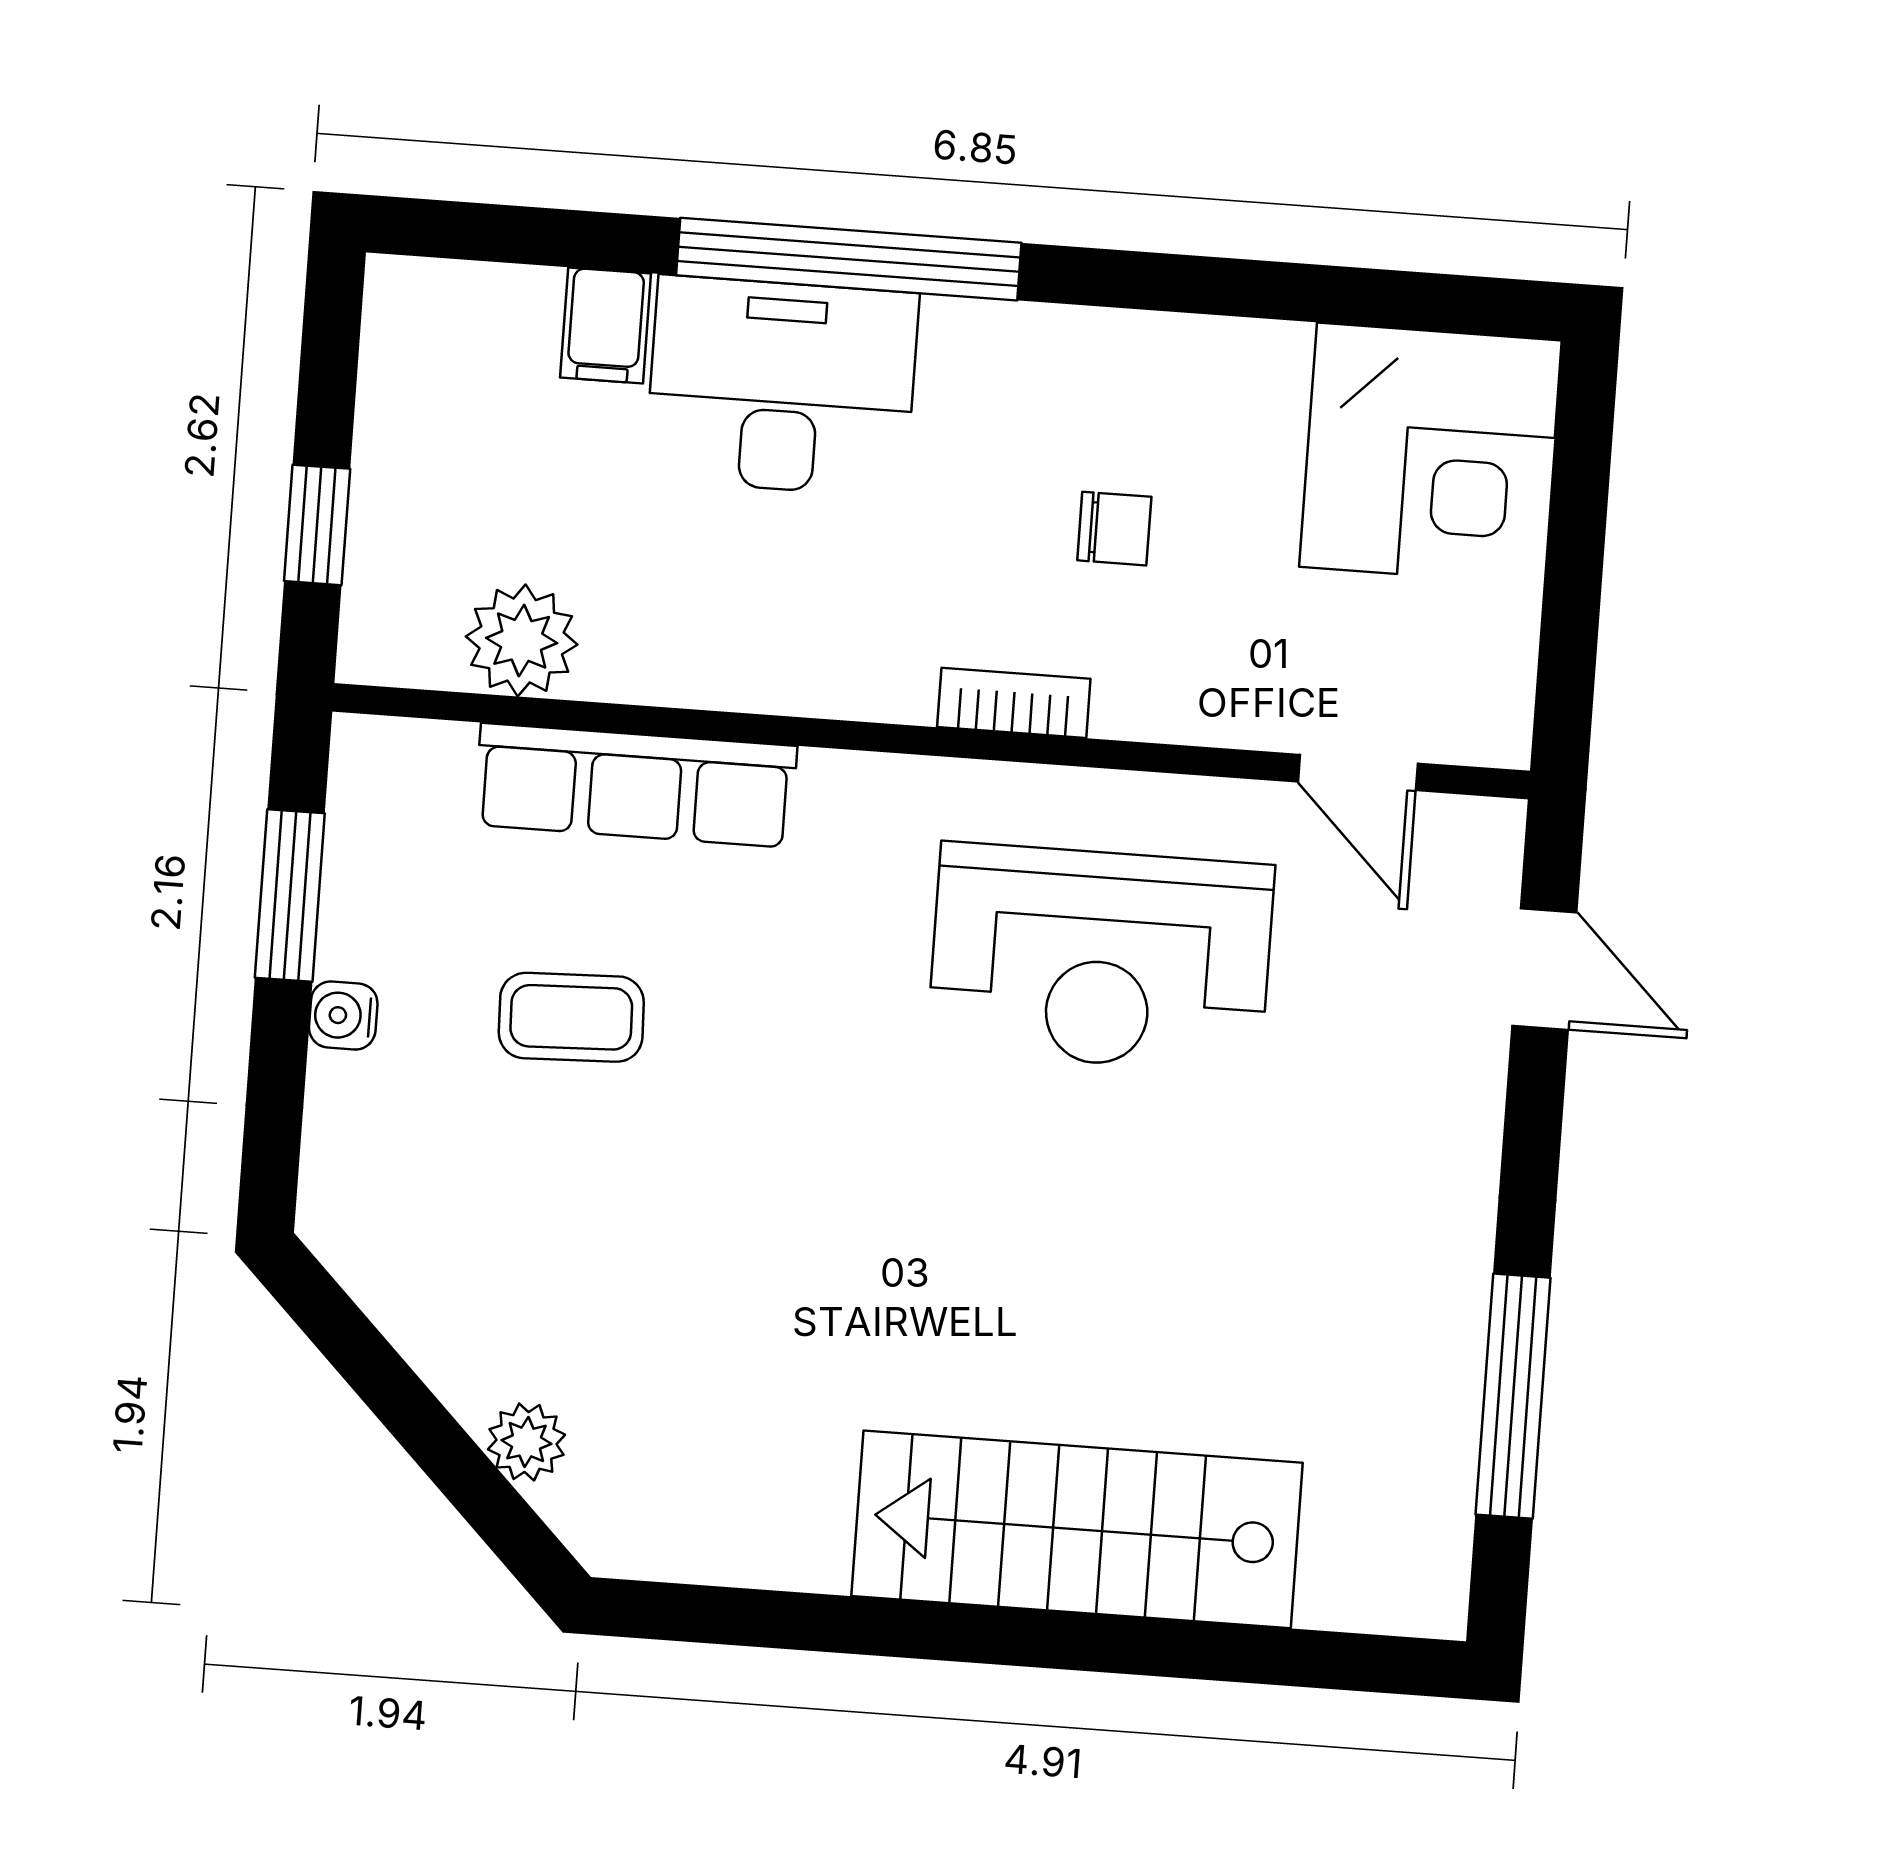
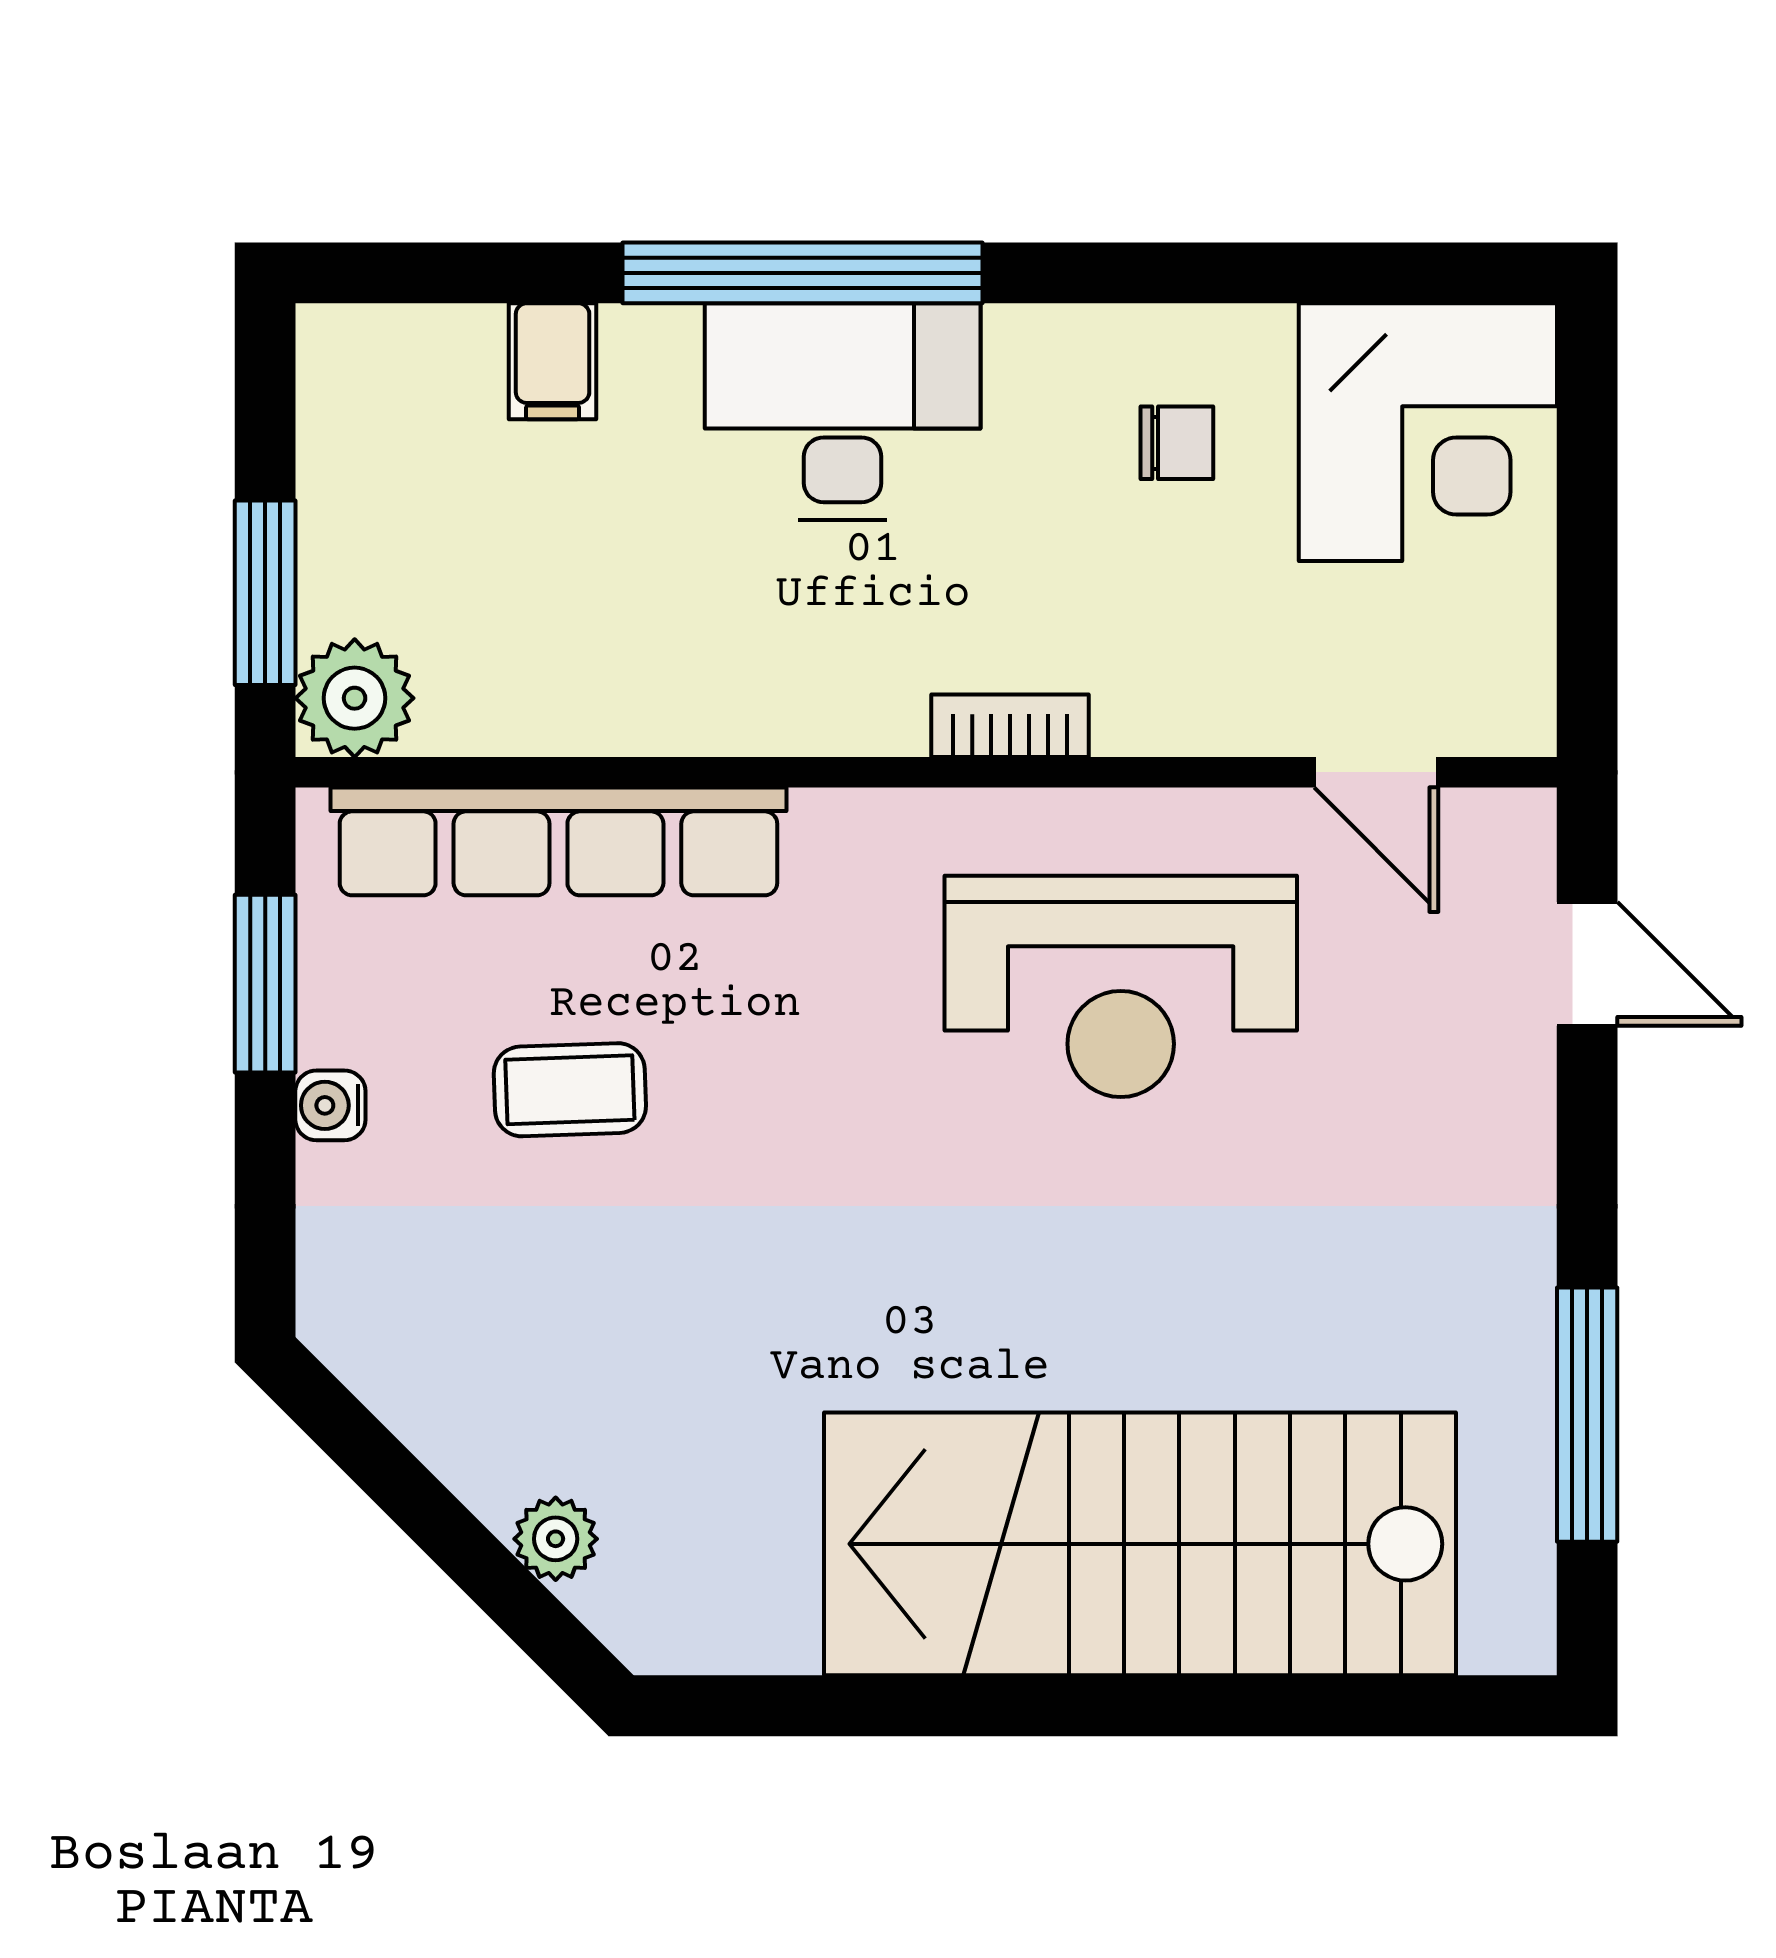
desk: (782, 386) -> (843, 411), moved
window: (317, 525) -> (265, 593), width x1.50
chair: (1114, 529) -> (1177, 443), moved
plant: (522, 640) -> (355, 698), moved
row of seats: (635, 785) -> (558, 841), width x1.36
stairs: (1077, 1529) -> (1140, 1544), width x1.36, depth x1.51

